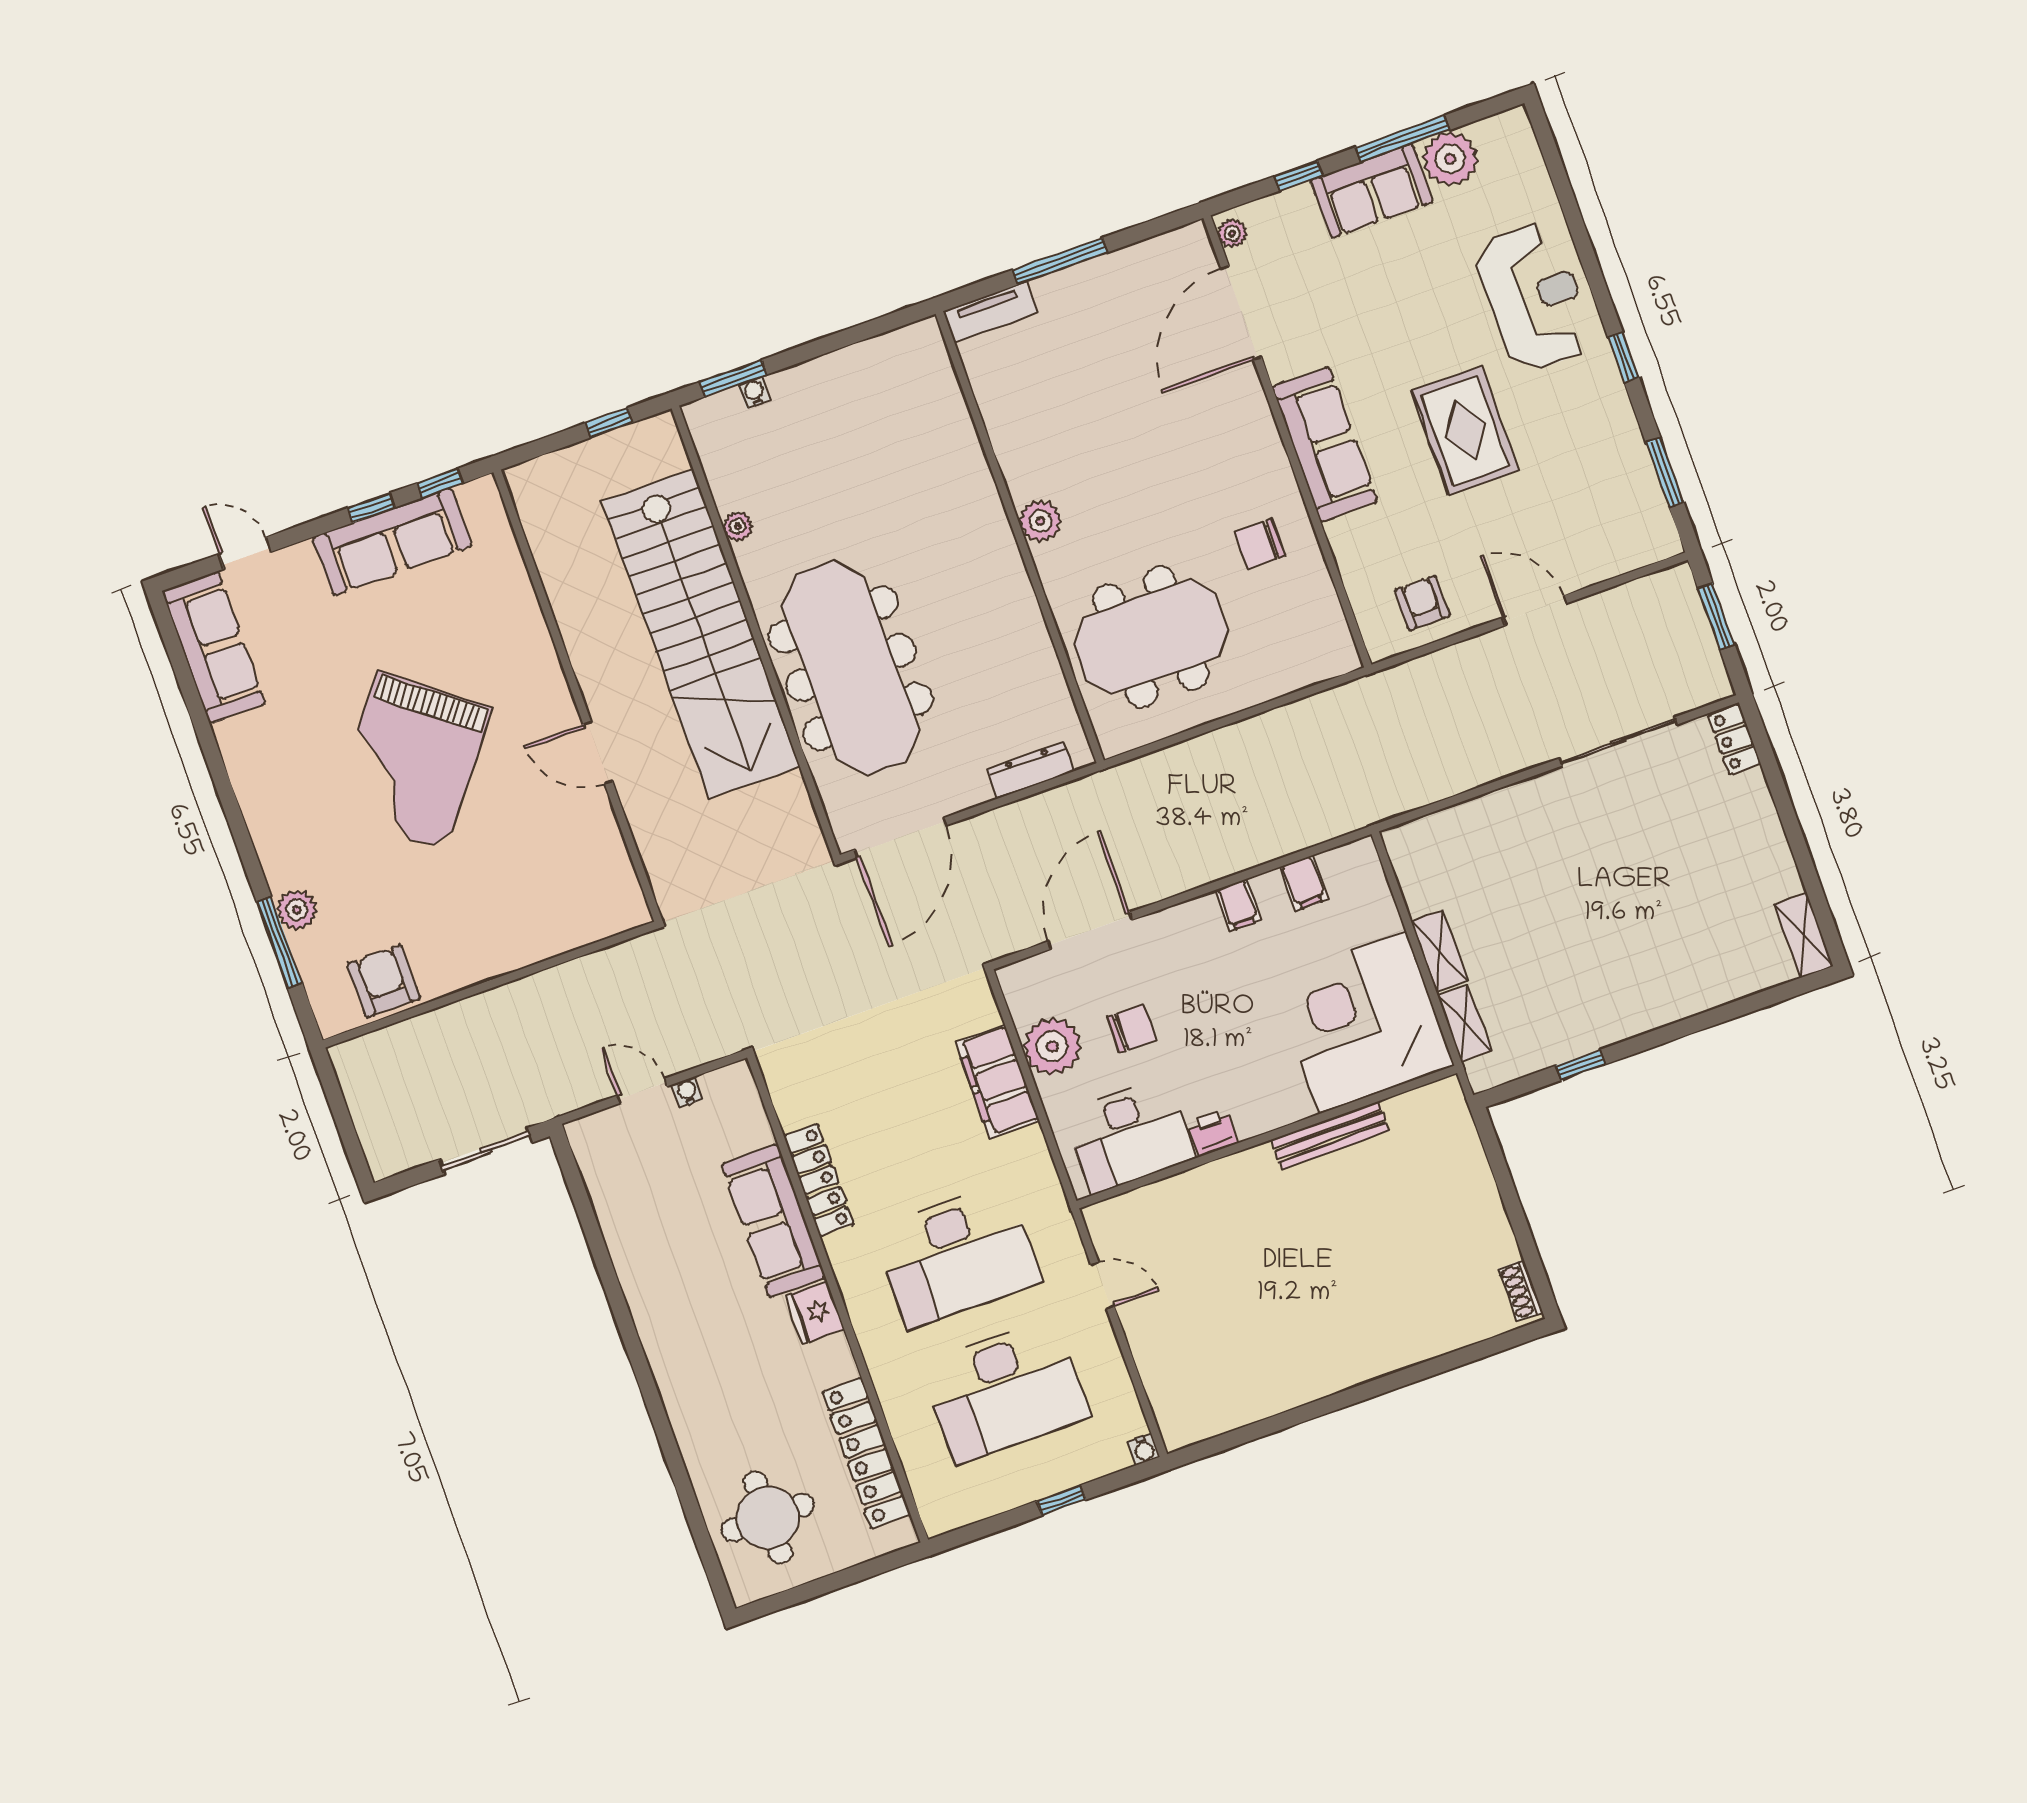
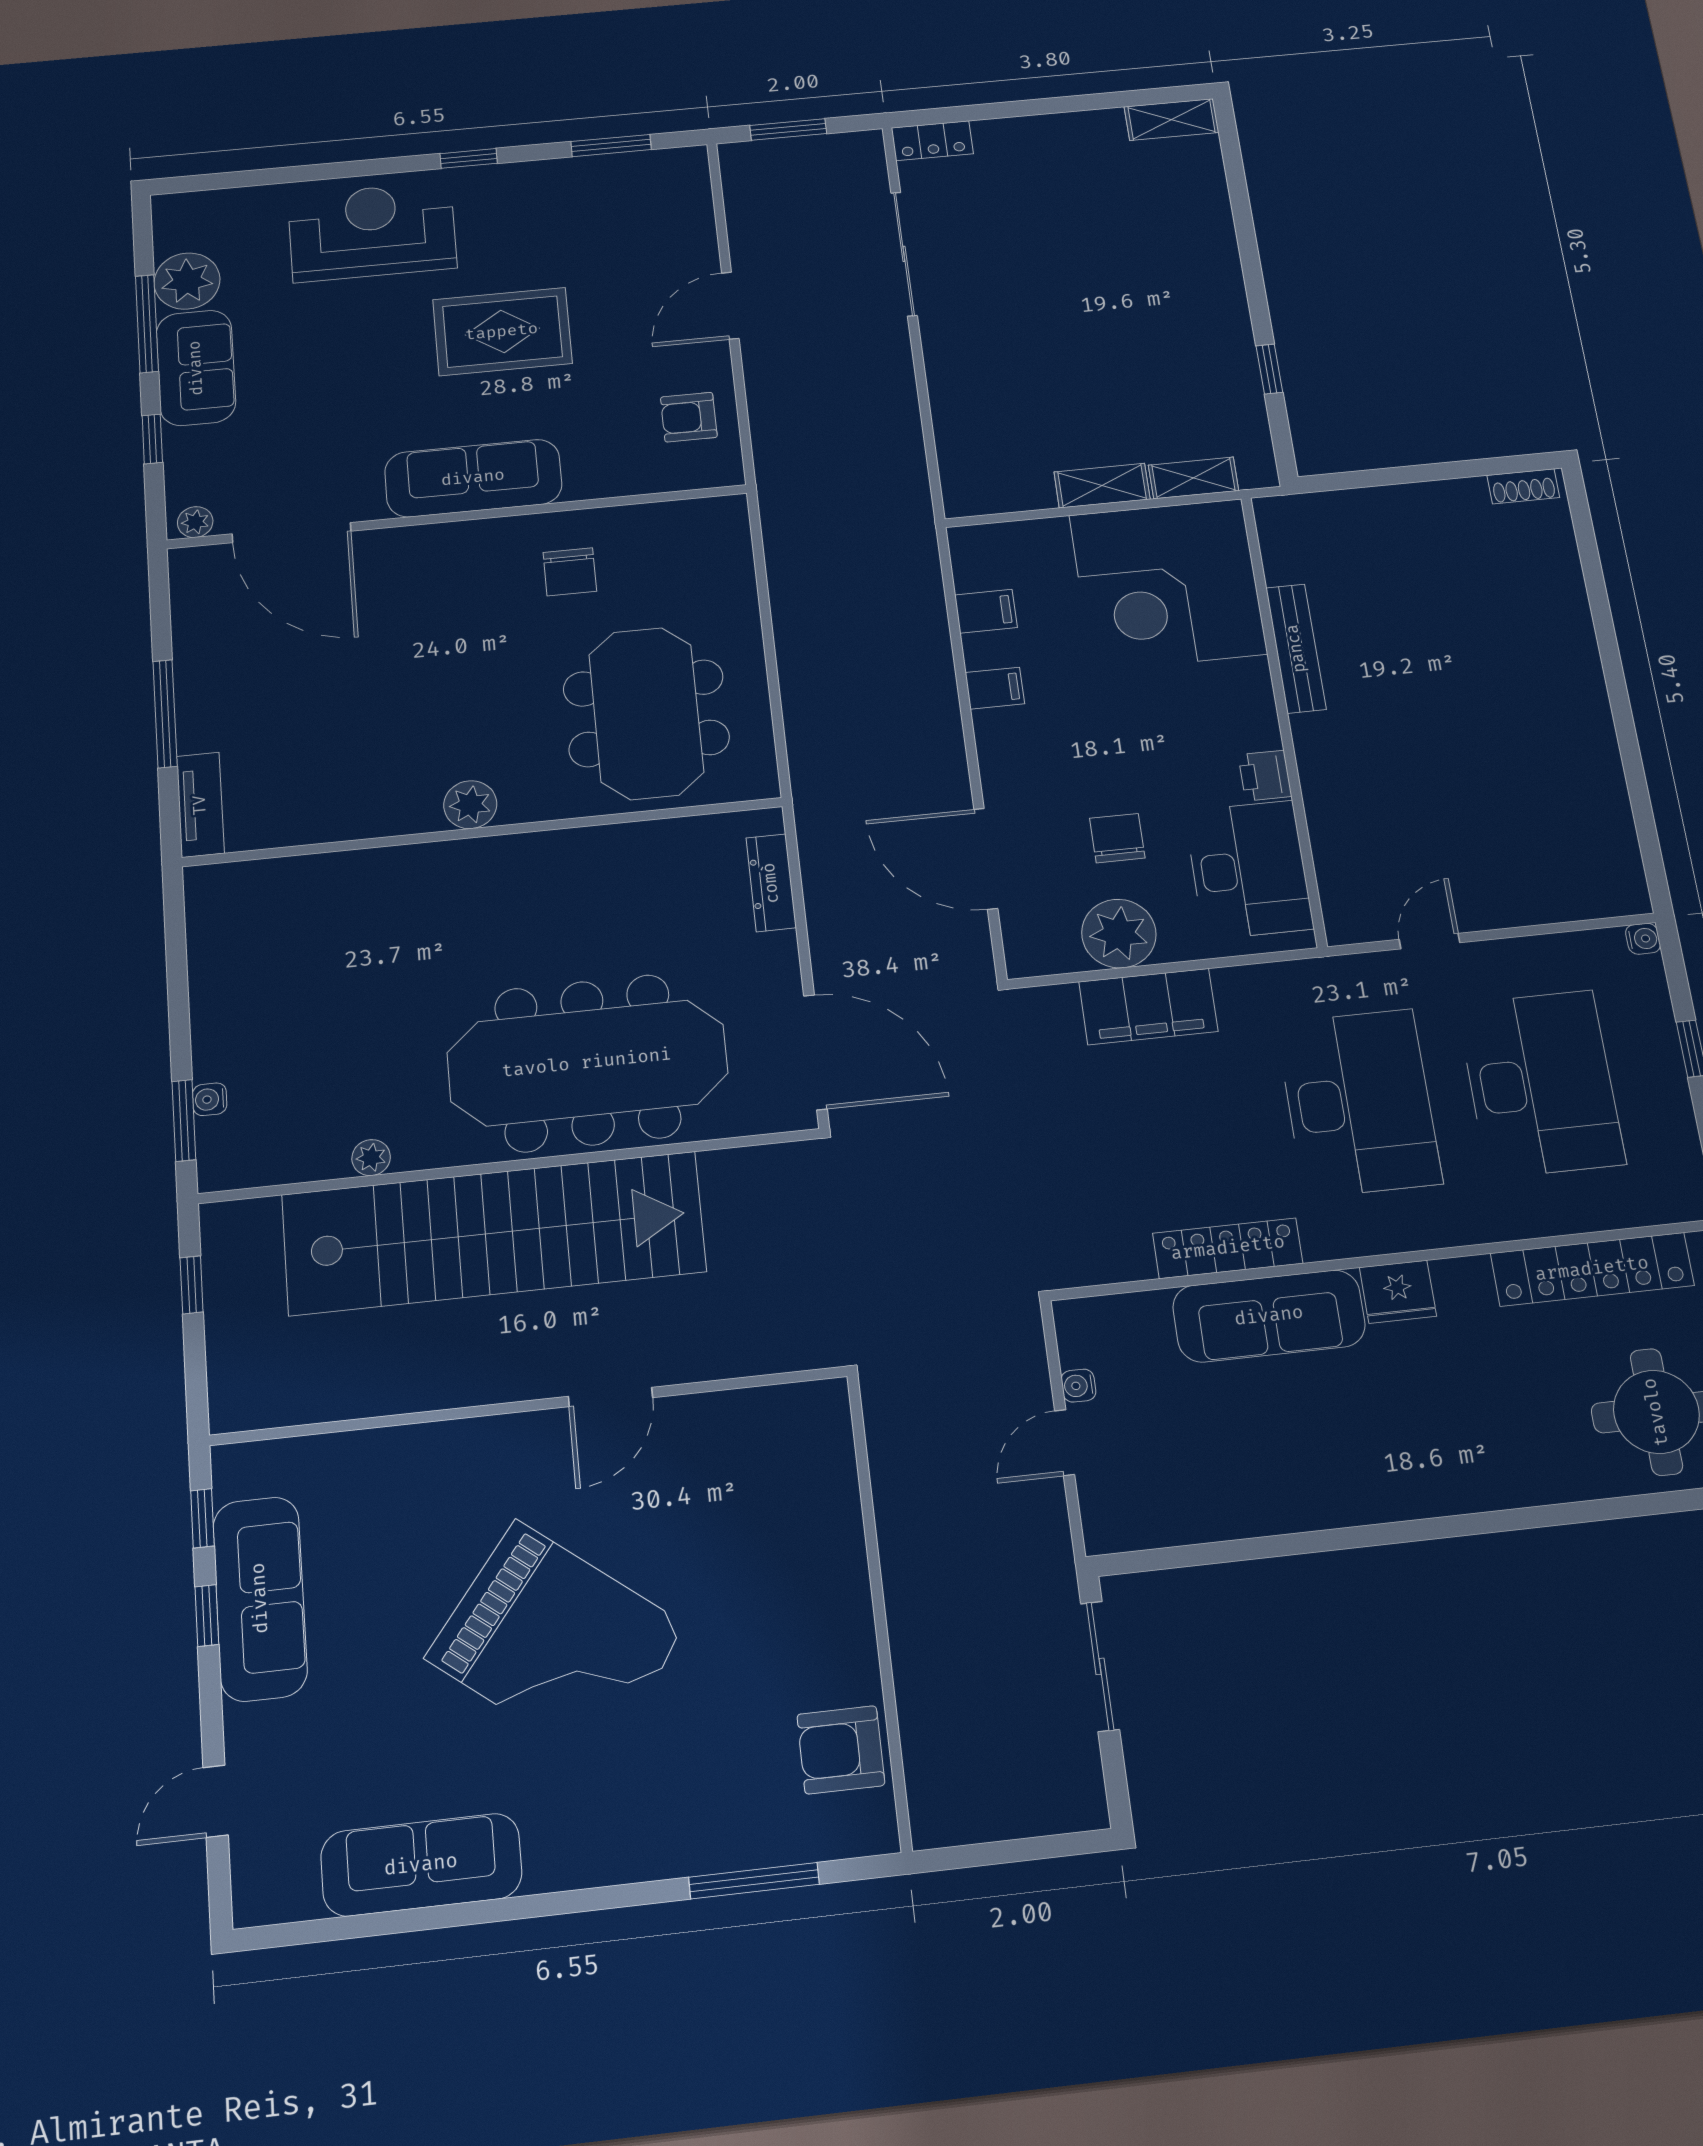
sofa: (214, 647) -> (421, 1865), moved
plant: (297, 910) -> (716, 1846), removed

